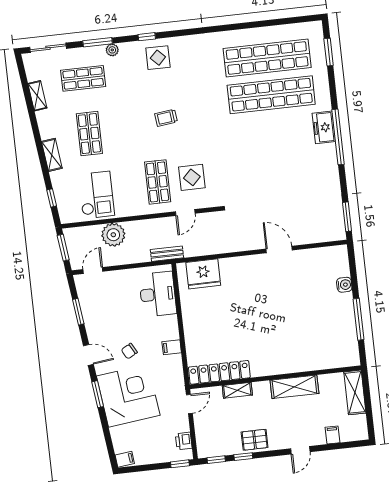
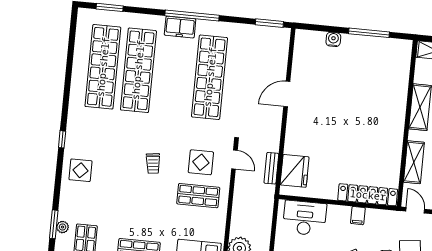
window: (147, 37) -> (62, 139), moved
plant: (112, 50) -> (63, 227), moved
trolley: (166, 118) -> (153, 163), moved
shop shelf: (279, 168) -> (210, 77), added
door: (185, 213) -> (234, 160), moved
bench: (167, 254) -> (271, 168), moved
locker: (219, 372) -> (368, 195), moved, turned 90
shelving: (237, 390) -> (414, 162), width x1.50, depth x1.33

